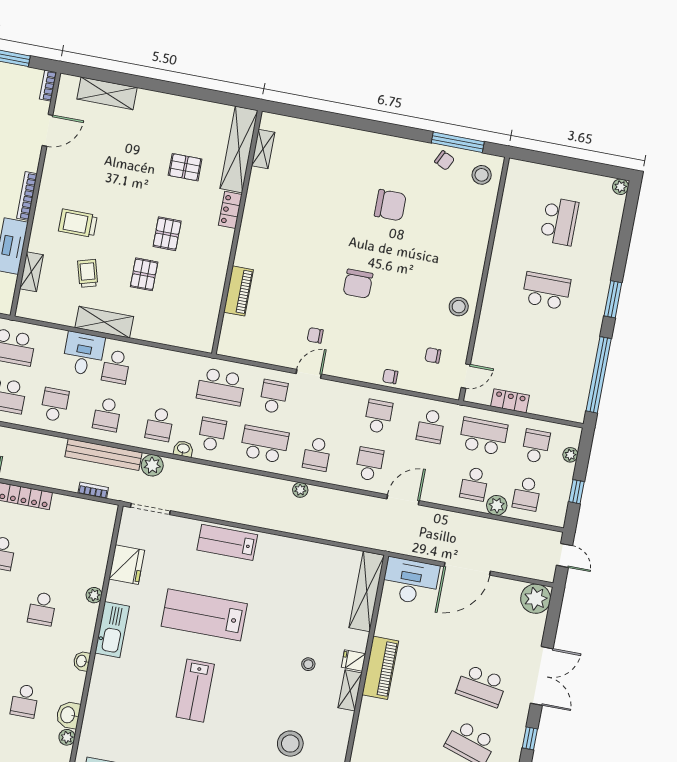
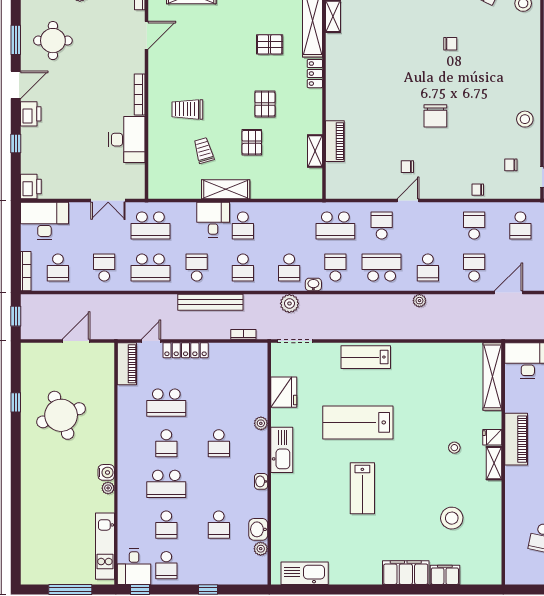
chair: (390, 205) -> (450, 44), width x0.54, depth x0.54
shelving: (31, 272) -> (315, 151), moved
bench: (103, 455) -> (210, 302), moved

